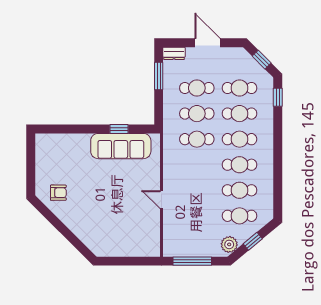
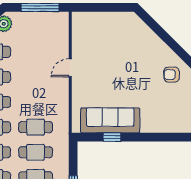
door: (161, 200) -> (70, 68), swing flipped

